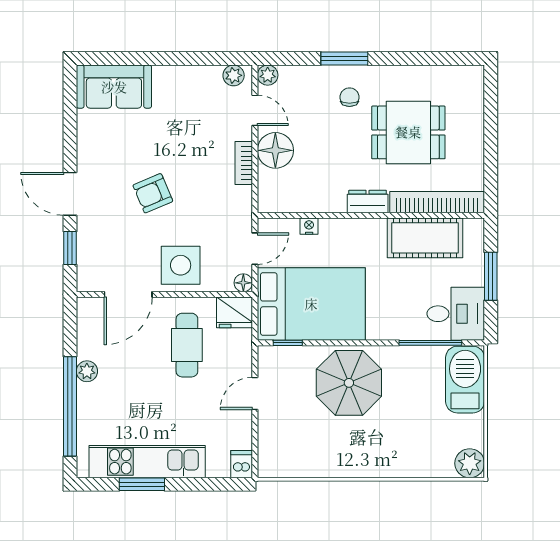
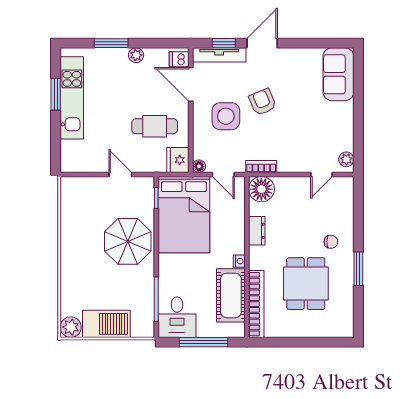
window: (344, 59) -> (358, 269), moved
plant: (268, 75) -> (347, 184), removed
floor lamp: (275, 150) -> (261, 189), moved
bookcase: (244, 163) -> (261, 167), moved
dresser: (368, 201) -> (257, 231), moved
nightstand: (309, 226) -> (239, 261), moved
tv unit: (87, 254) -> (219, 55), added
side table: (181, 265) -> (226, 116), moved
window: (491, 276) -> (204, 342), width x1.44
barbecue: (465, 380) -> (106, 324), moved
window: (70, 406) -> (111, 43), width x0.47
dishwasher: (242, 464) -> (179, 59), moved, turned 180

